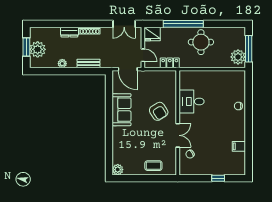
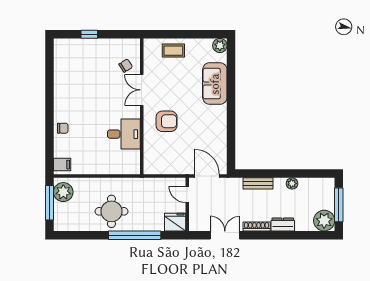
double door: (124, 24) -> (225, 235), moved
window: (26, 47) -> (339, 205), width x1.44
plant: (38, 49) -> (324, 221), moved
locker: (170, 63) -> (152, 184), removed
sofa: (122, 110) -> (215, 84), moved
armchair: (159, 111) -> (167, 121), turned 122
filing cabinet: (239, 146) -> (62, 165), moved

